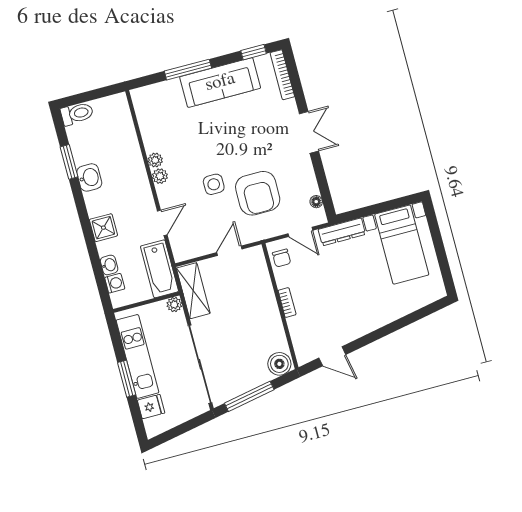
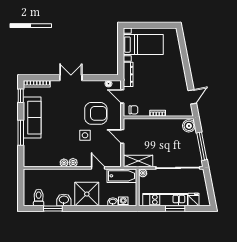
toilet: (77, 114) -> (39, 197), moved
shower: (103, 228) -> (87, 194), width x1.86, depth x1.86
door: (300, 232) -> (122, 96), swing flipped

